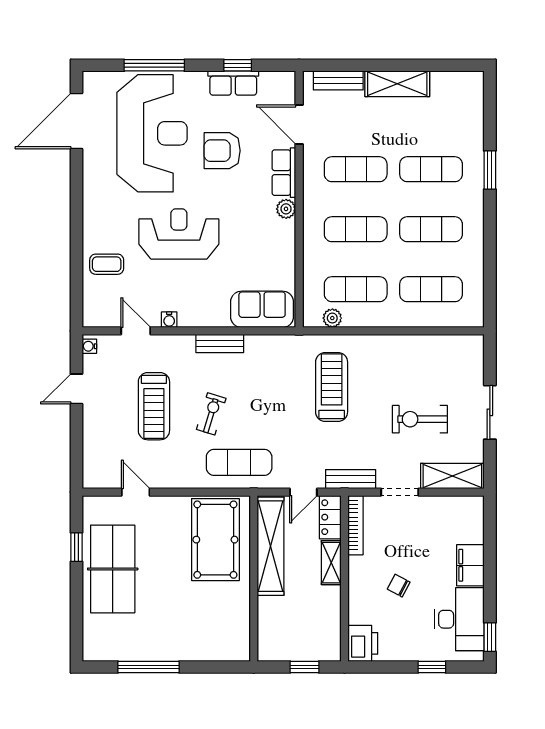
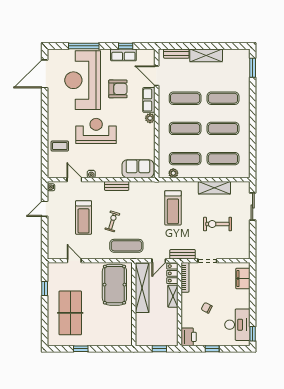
reception desk: (152, 133) -> (83, 80), turned 180
armchair: (222, 151) -> (118, 89), turned 180
window: (490, 170) -> (253, 68), moved
treadmill: (332, 387) -> (173, 208), turned 180
sliding door: (490, 412) -> (253, 206), moved
shelving: (452, 476) -> (214, 188), moved
filing cabinet: (470, 565) -> (243, 279), moved
table tennis table: (113, 569) -> (70, 313), moved
window: (148, 667) -> (81, 349), width x0.46
window: (432, 667) -> (212, 349), moved

